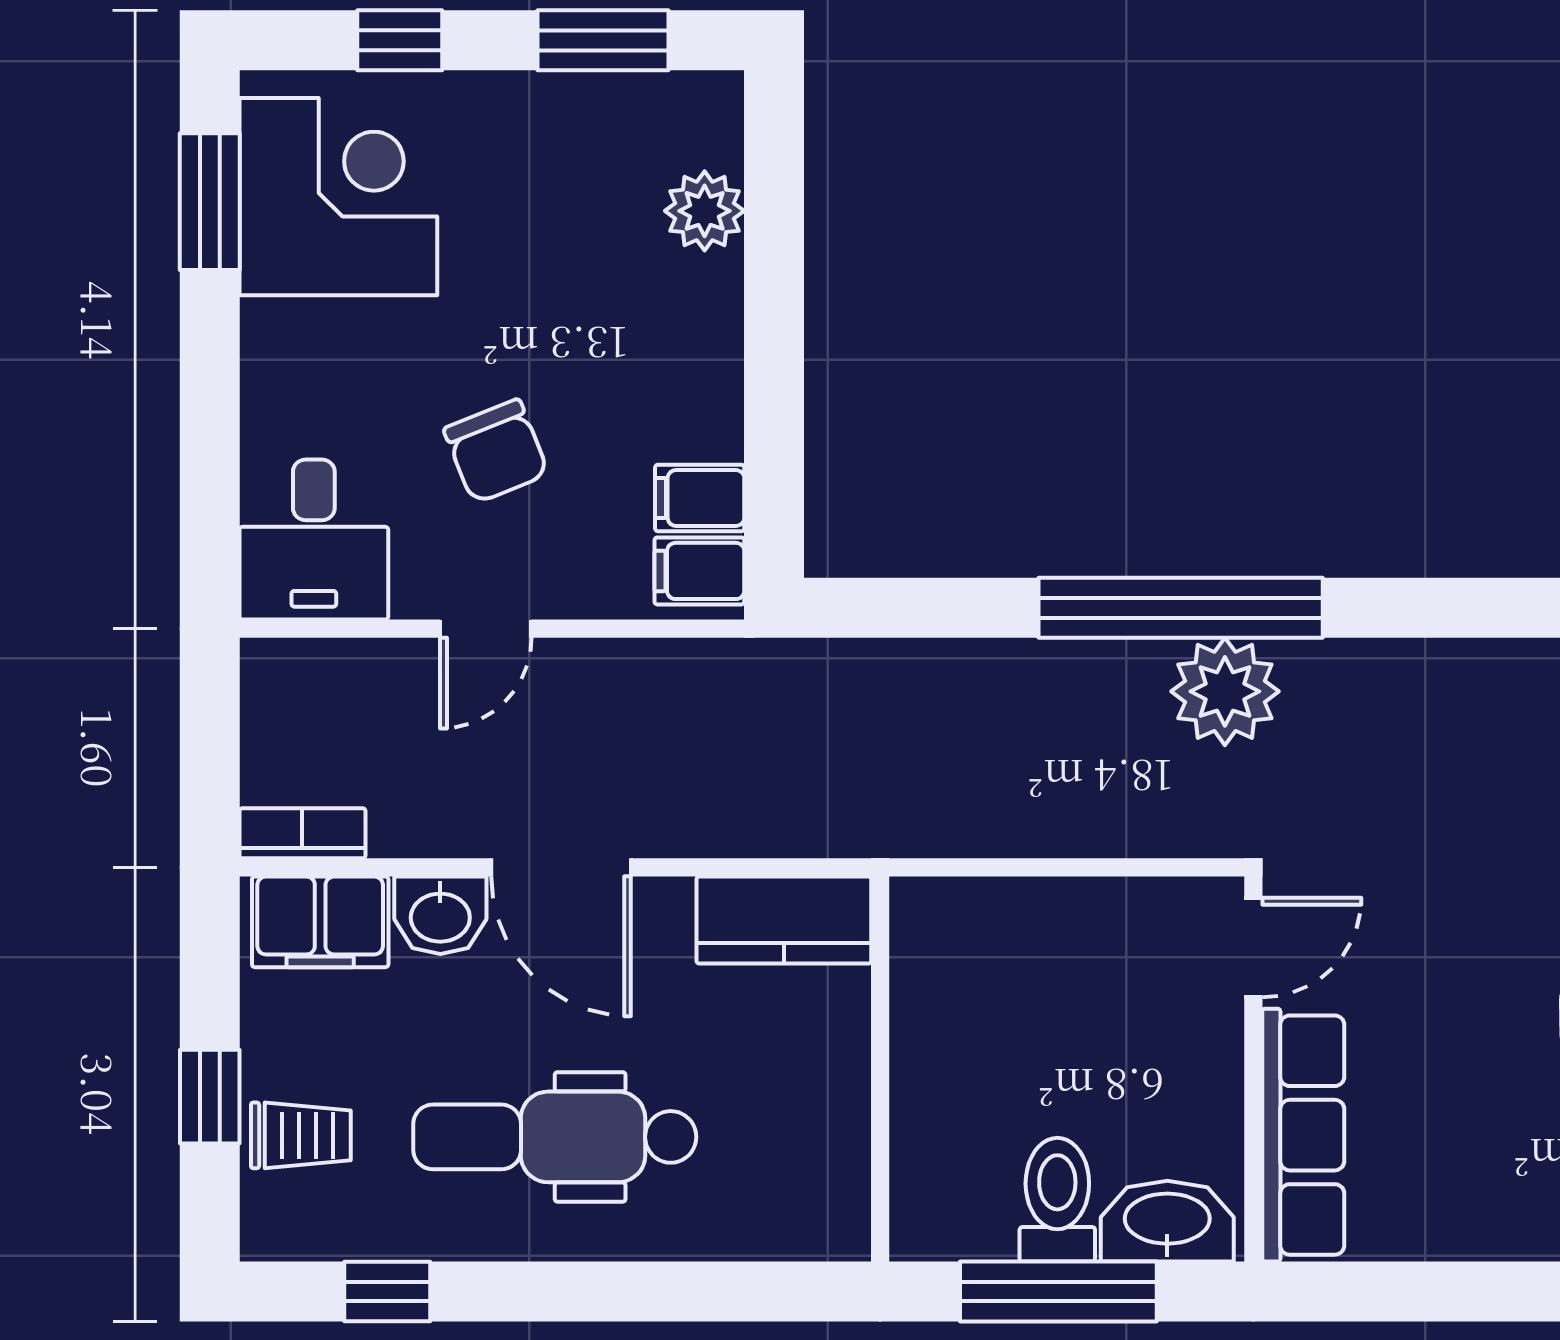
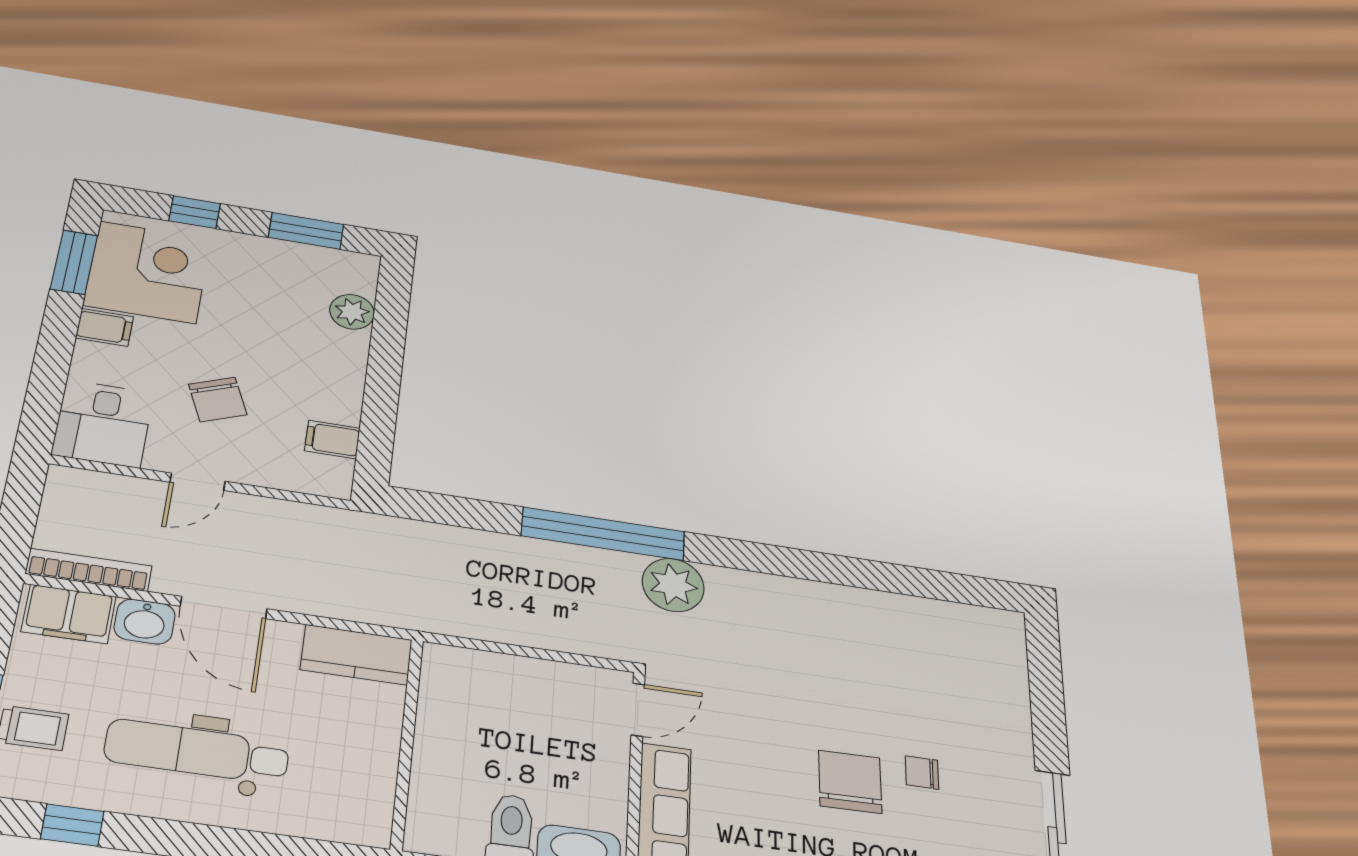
filing cabinet: (699, 571) -> (105, 327), moved, turned 180
plant: (1225, 691) -> (673, 585), moved
bookcase: (302, 833) -> (89, 570), width x1.56

